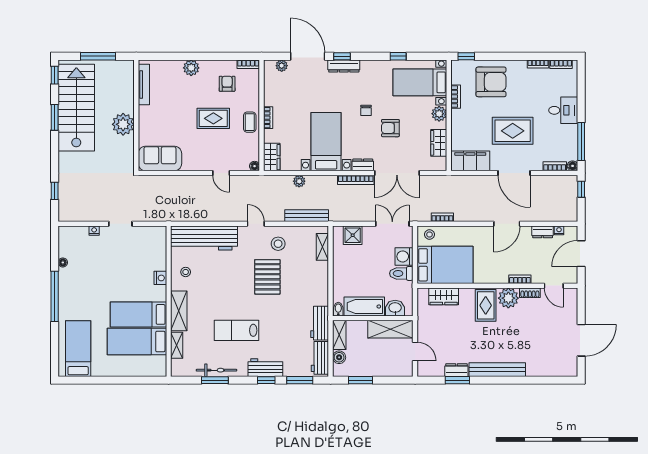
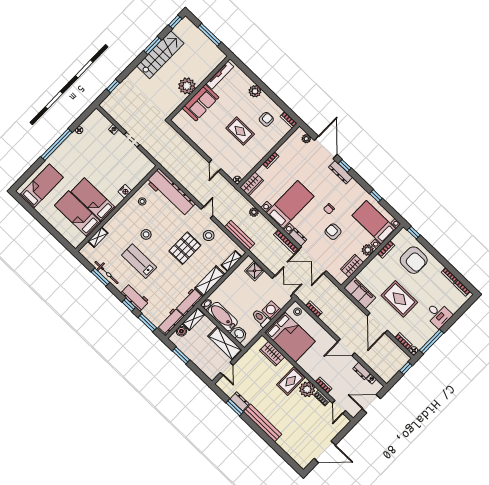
stairs: (76, 108) -> (160, 55), width x0.73, depth x0.66
coffee table: (250, 122) -> (258, 153), removed
sofa: (160, 159) -> (201, 103), moved, turned 90
stool: (219, 299) -> (146, 234), added
shelving: (179, 311) -> (210, 281), moved

